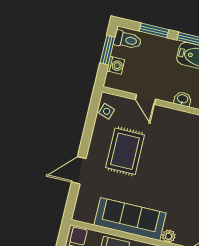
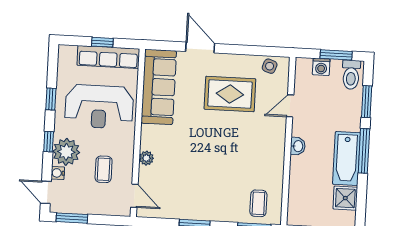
sofa: (130, 219) -> (159, 87), moved

